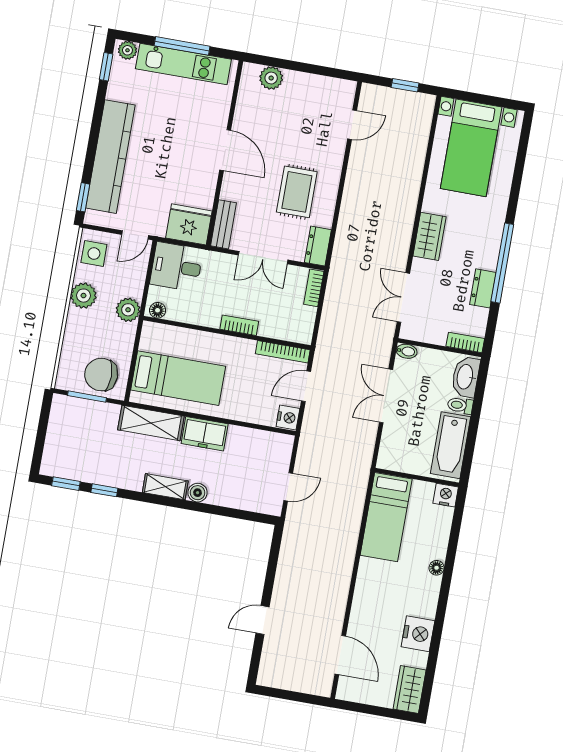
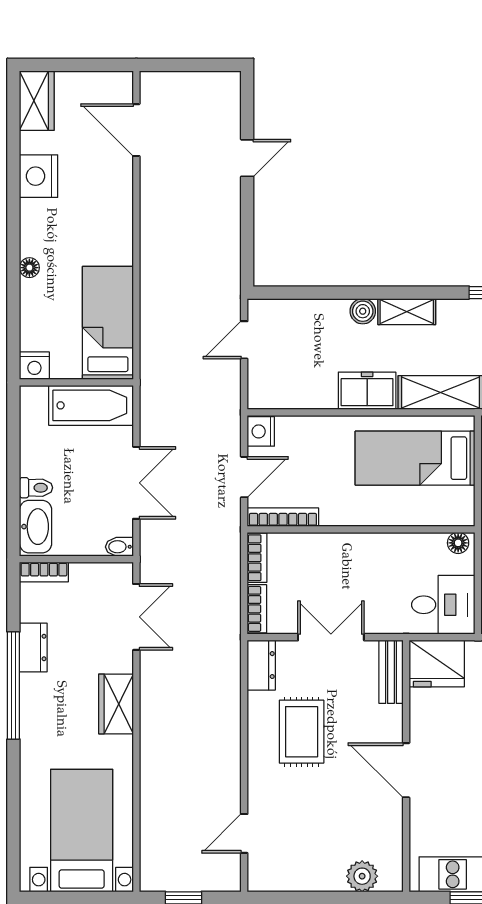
bookcase: (239, 325) -> (257, 558), moved, turned -90
bathtub: (451, 445) -> (91, 405), moved, turned 90

